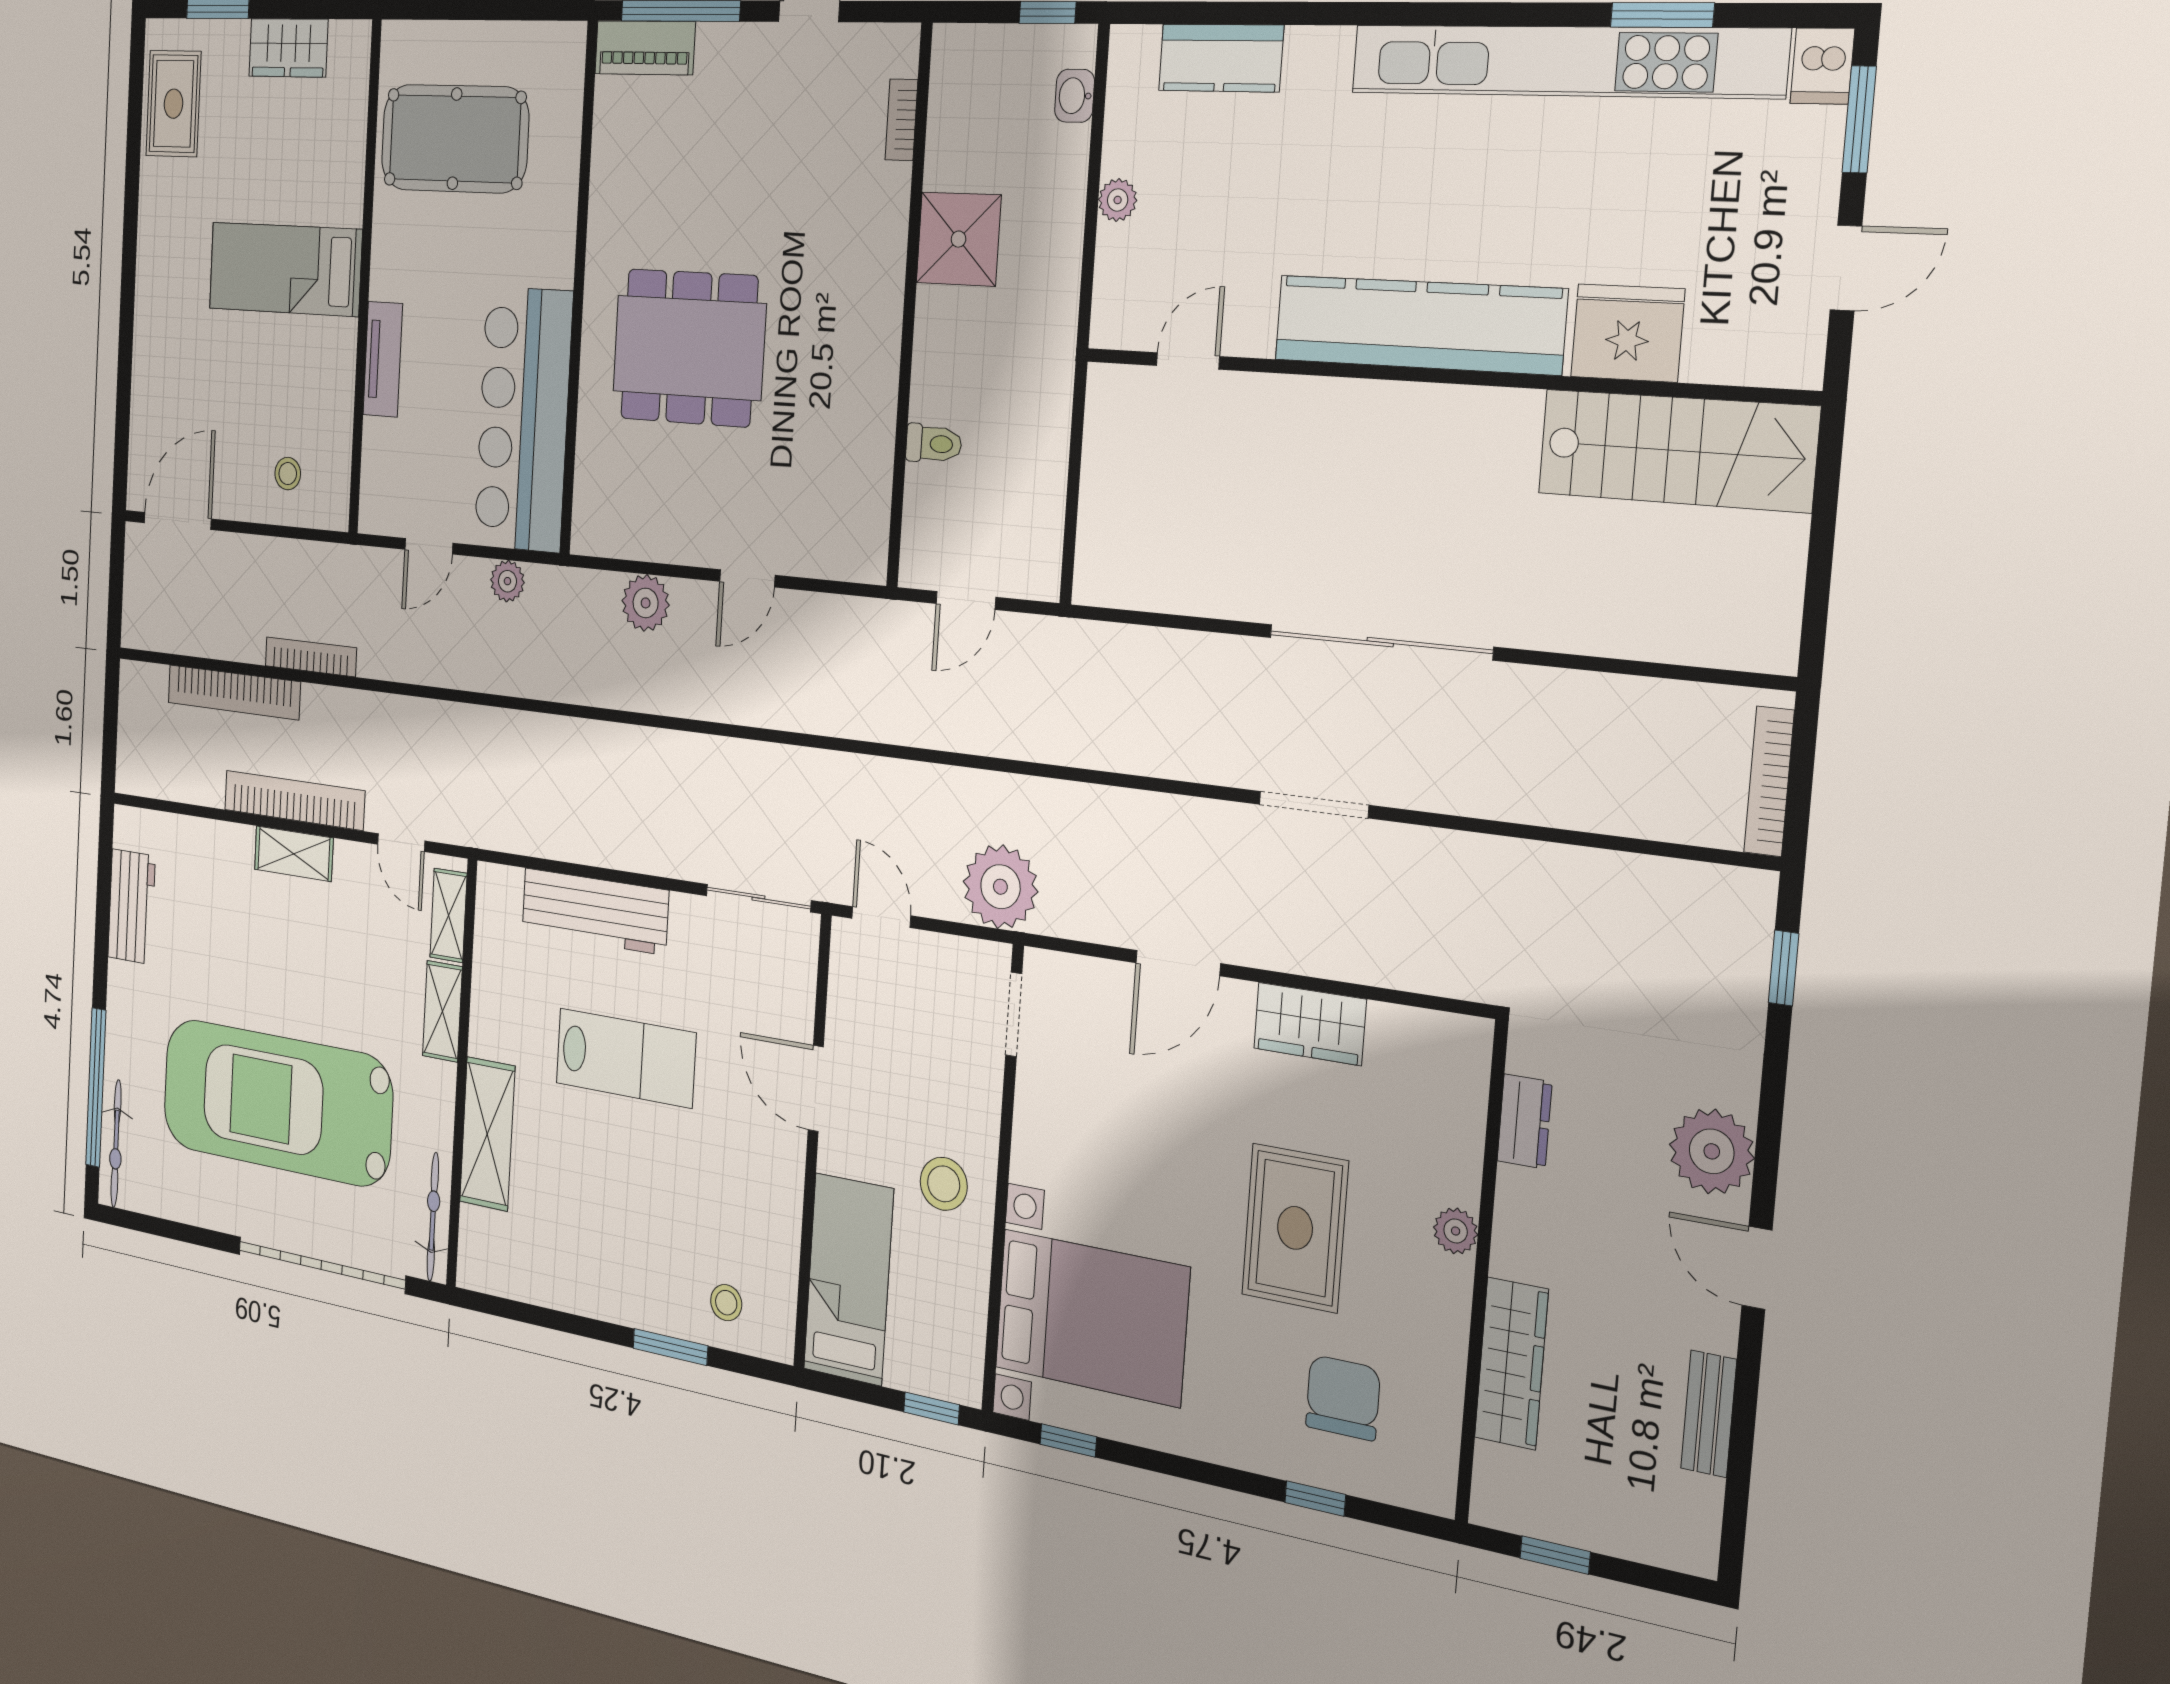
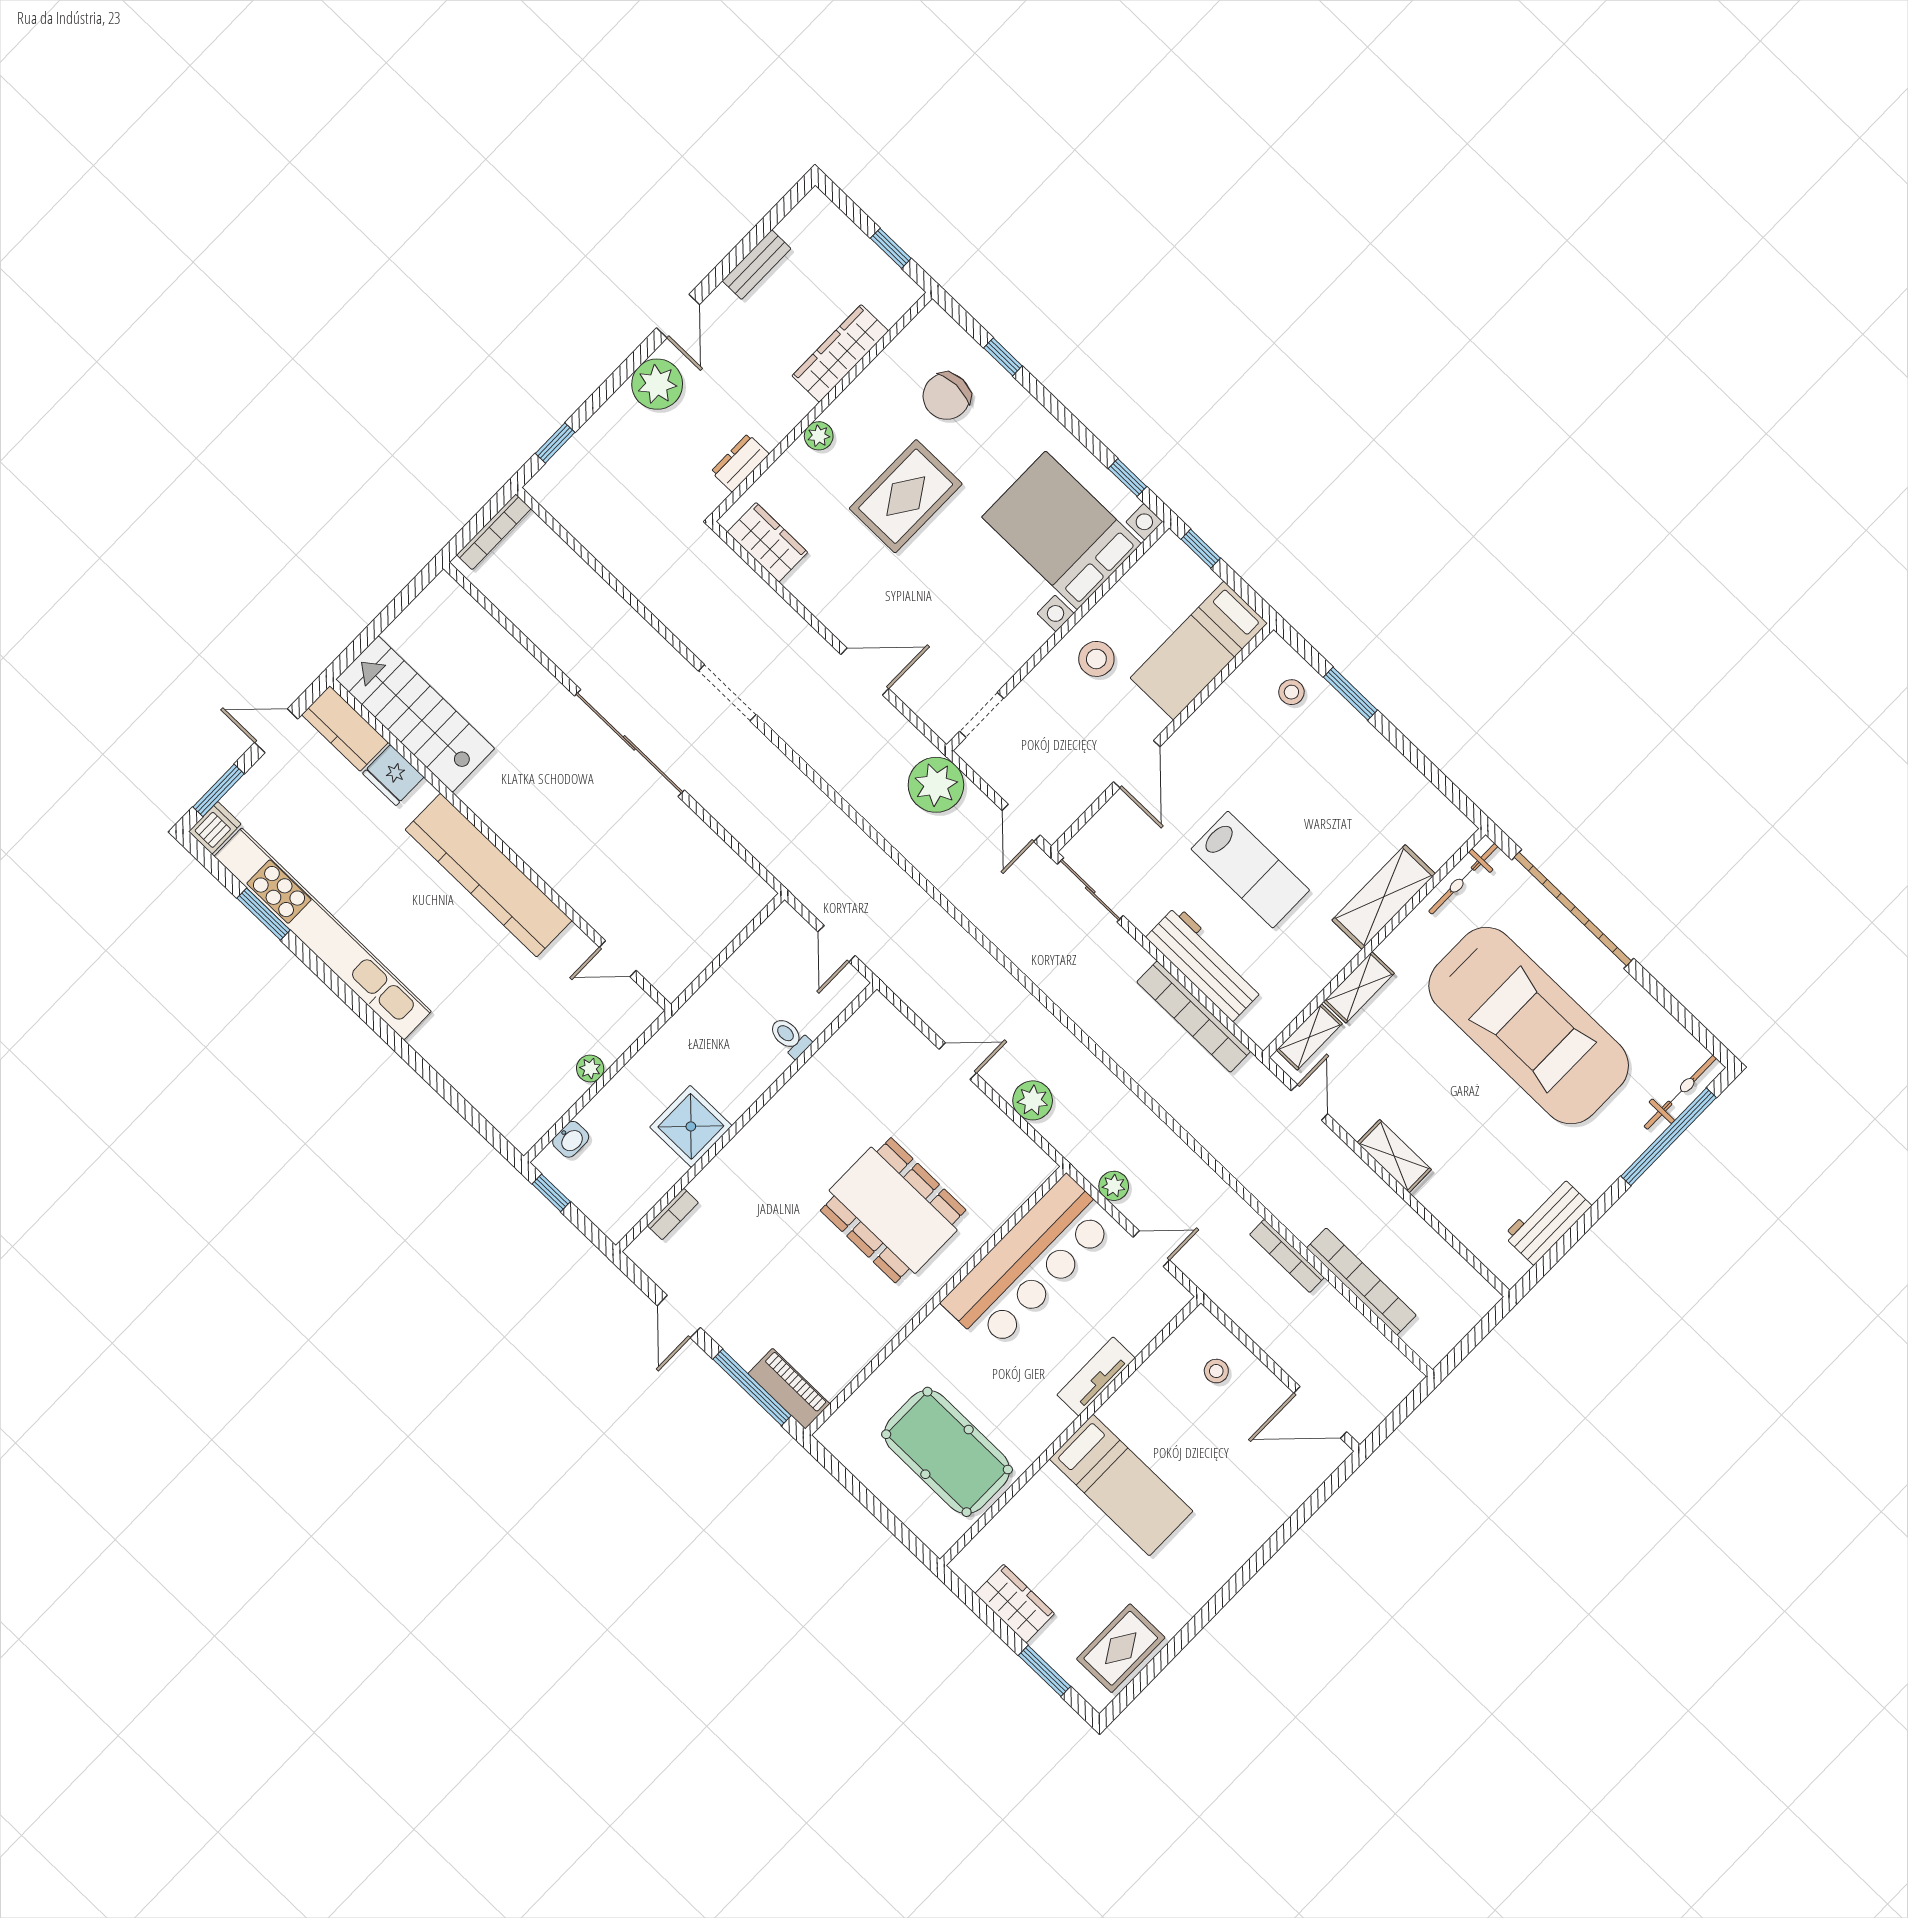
kitchen counter: (1221, 58) -> (345, 729), moved, turned 180
fridge: (1628, 333) -> (393, 775), width x0.73, depth x0.75
door: (966, 600) -> (837, 944), swing flipped
bookcase: (294, 800) -> (1194, 1017), moved
wardrobe: (1310, 1024) -> (767, 542), moved
lab bench: (626, 1058) -> (1250, 870), turned 180

